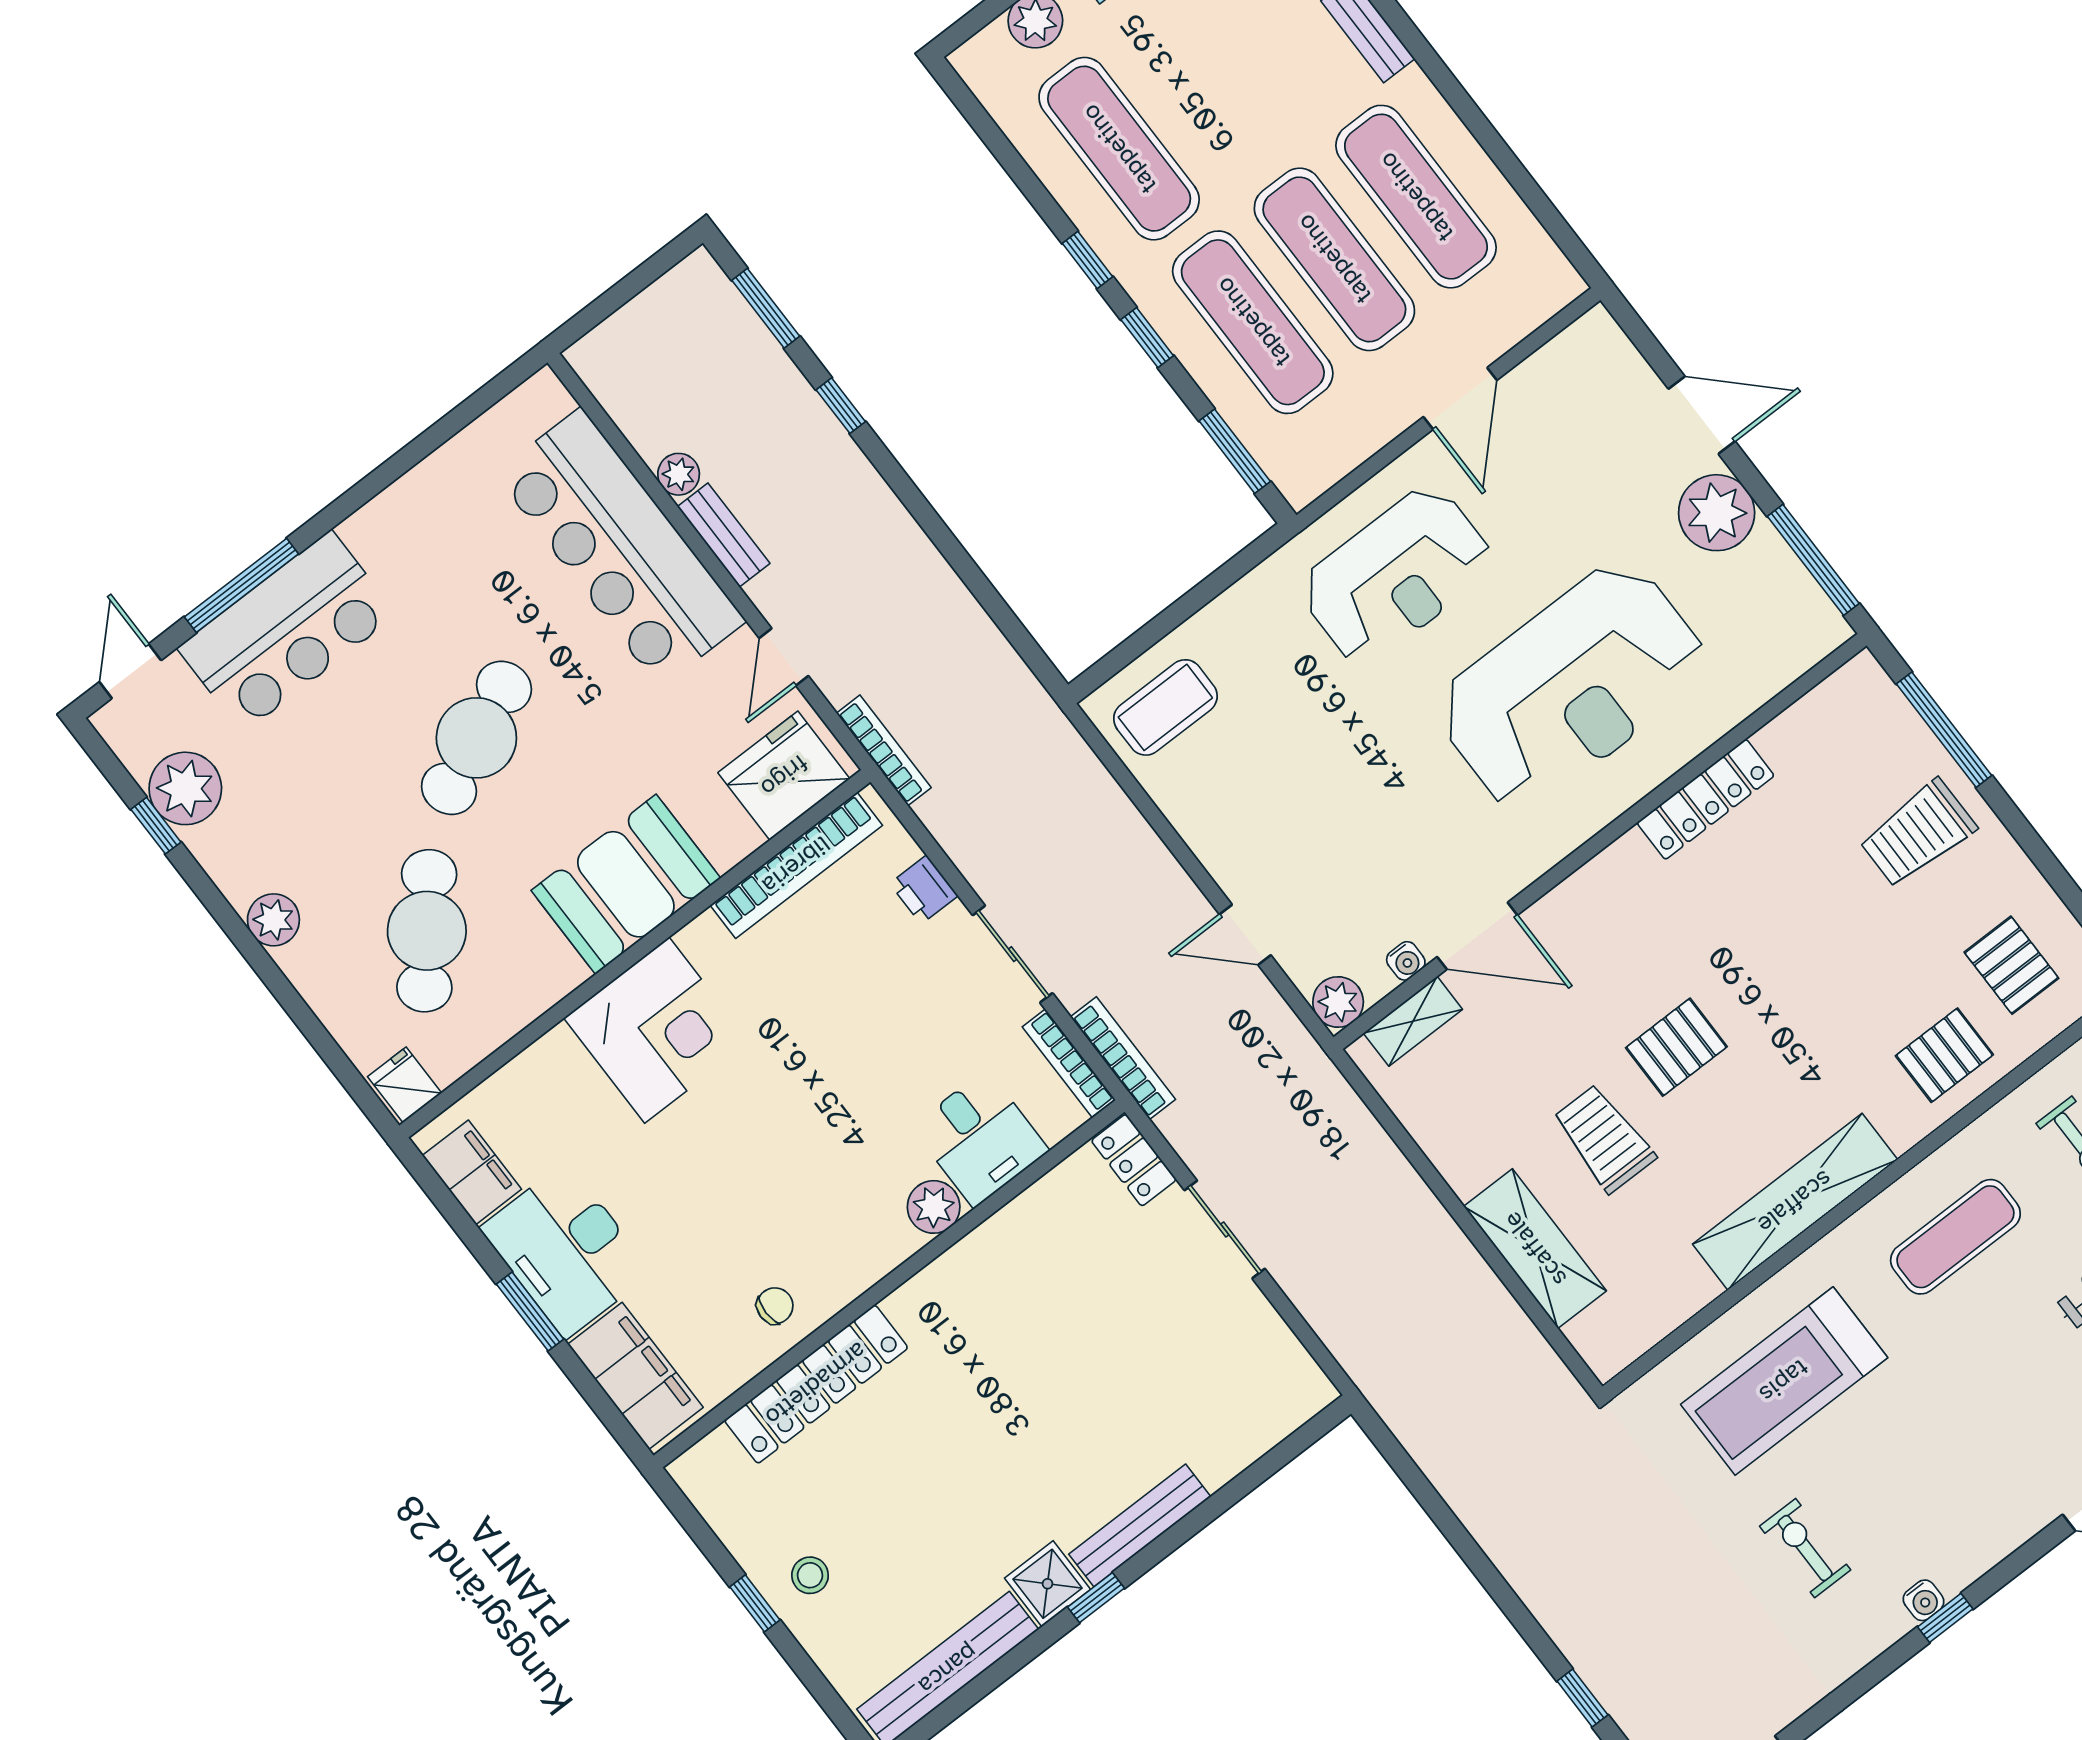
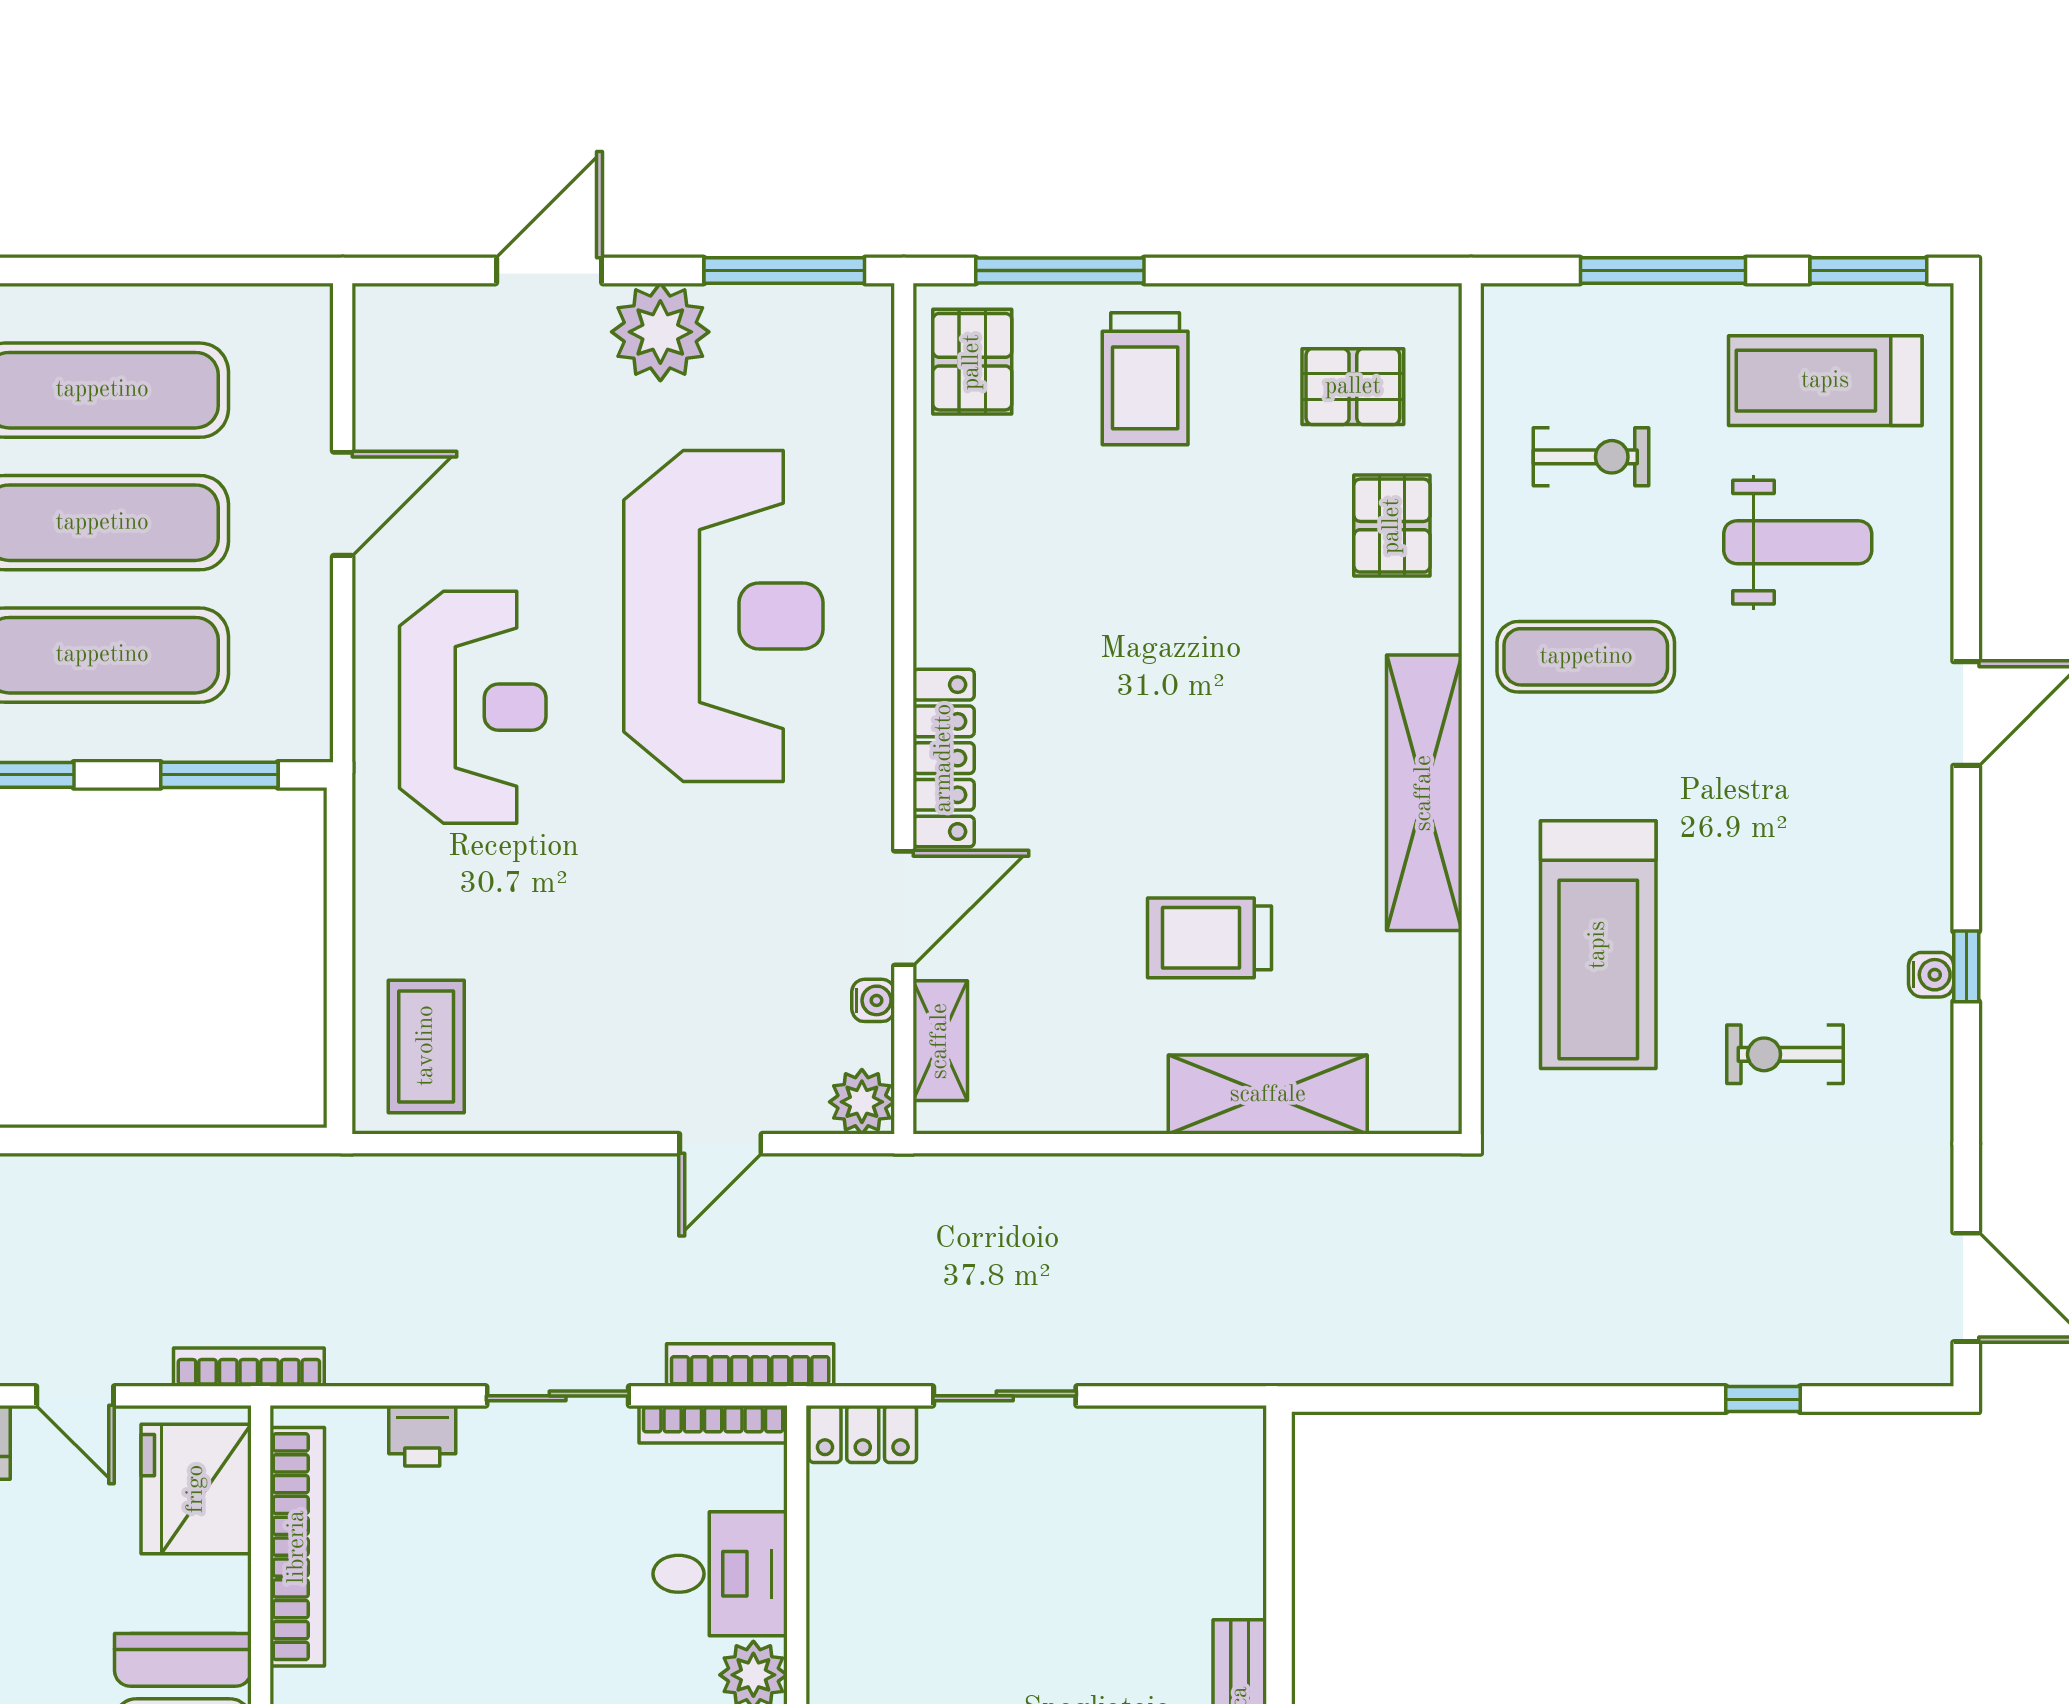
door: (1460, 399) -> (343, 504), hinge flipped
locker: (1706, 799) -> (944, 758), moved
pallet: (1676, 1047) -> (972, 362), moved
exercise mat: (1955, 1237) -> (1586, 657), turned 90

